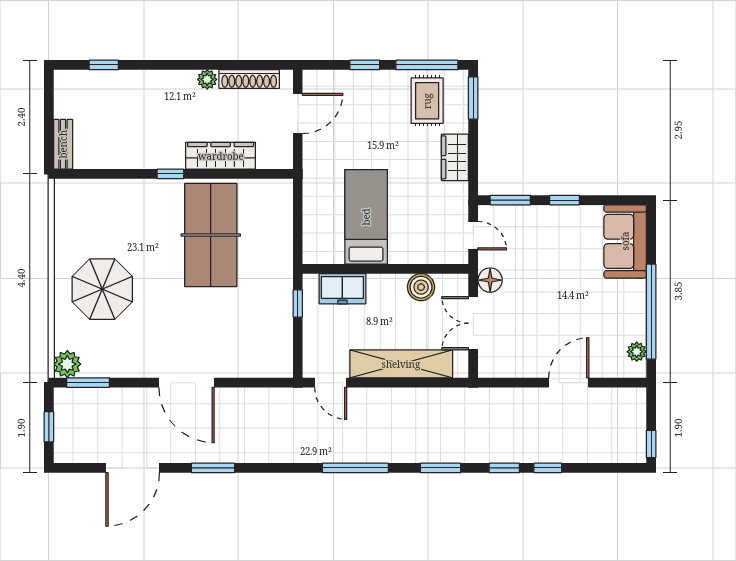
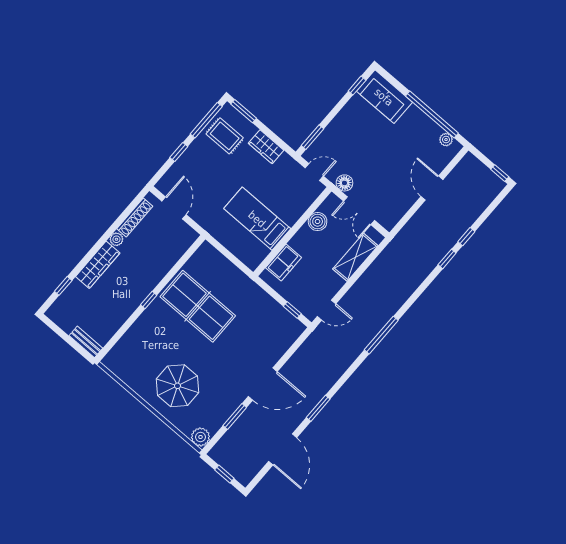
wardrobe: (221, 156) -> (98, 265), moved, turned 180
window: (565, 200) -> (357, 86), moved
window: (298, 303) -> (292, 310), moved
shelving: (401, 364) -> (355, 257), width x0.68
window: (88, 383) -> (235, 416), moved
window: (441, 468) -> (419, 292), removed

